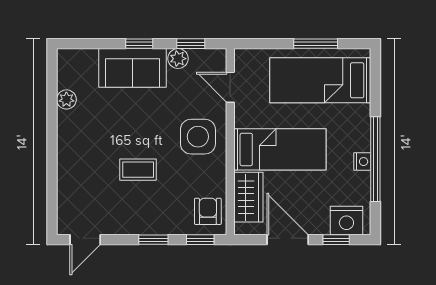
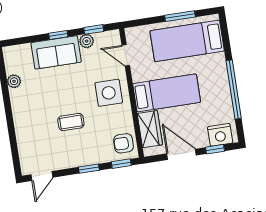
nightstand: (362, 162) -> (225, 92), removed
armchair: (208, 211) -> (124, 143), turned -90

